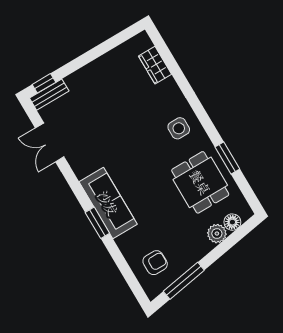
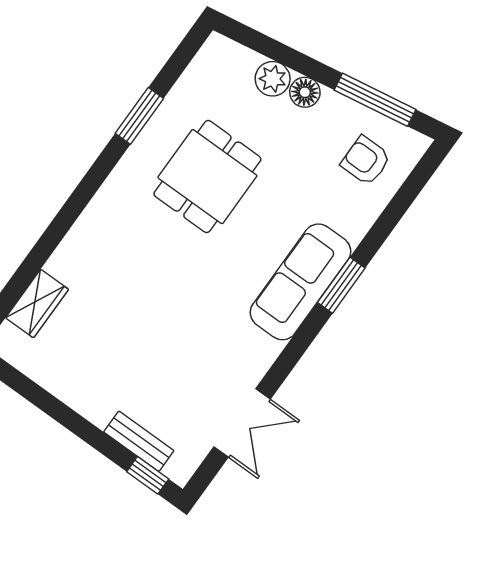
bench: (49, 95) -> (139, 441), moved
side table: (179, 128) -> (125, 218), removed
dining table: (200, 182) -> (207, 177), moved
floor lamp: (232, 222) -> (305, 92), moved

